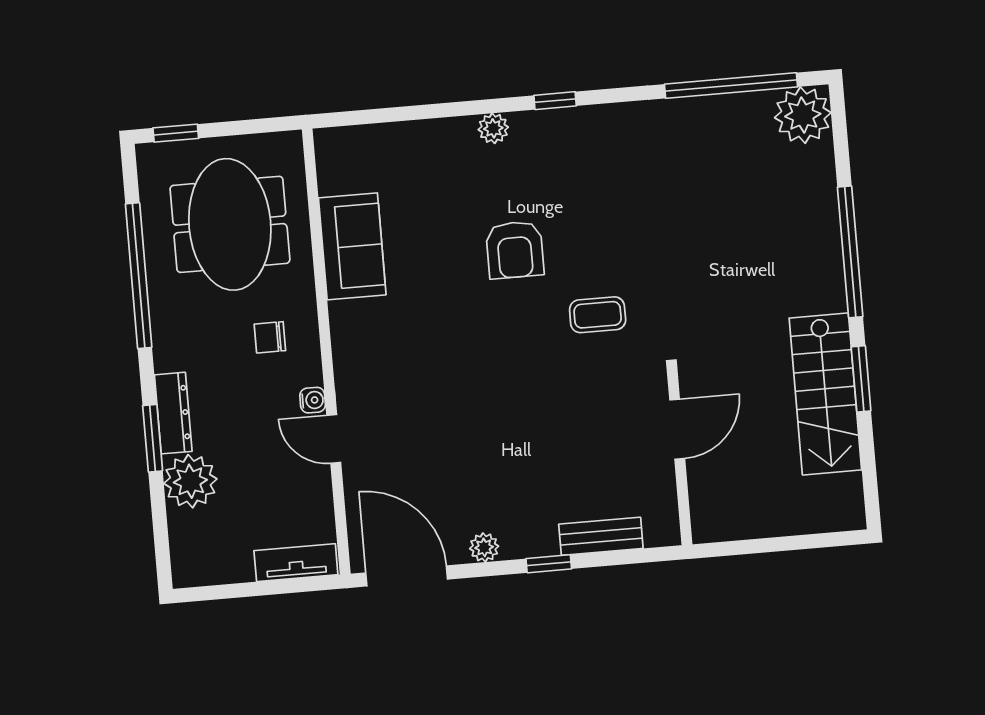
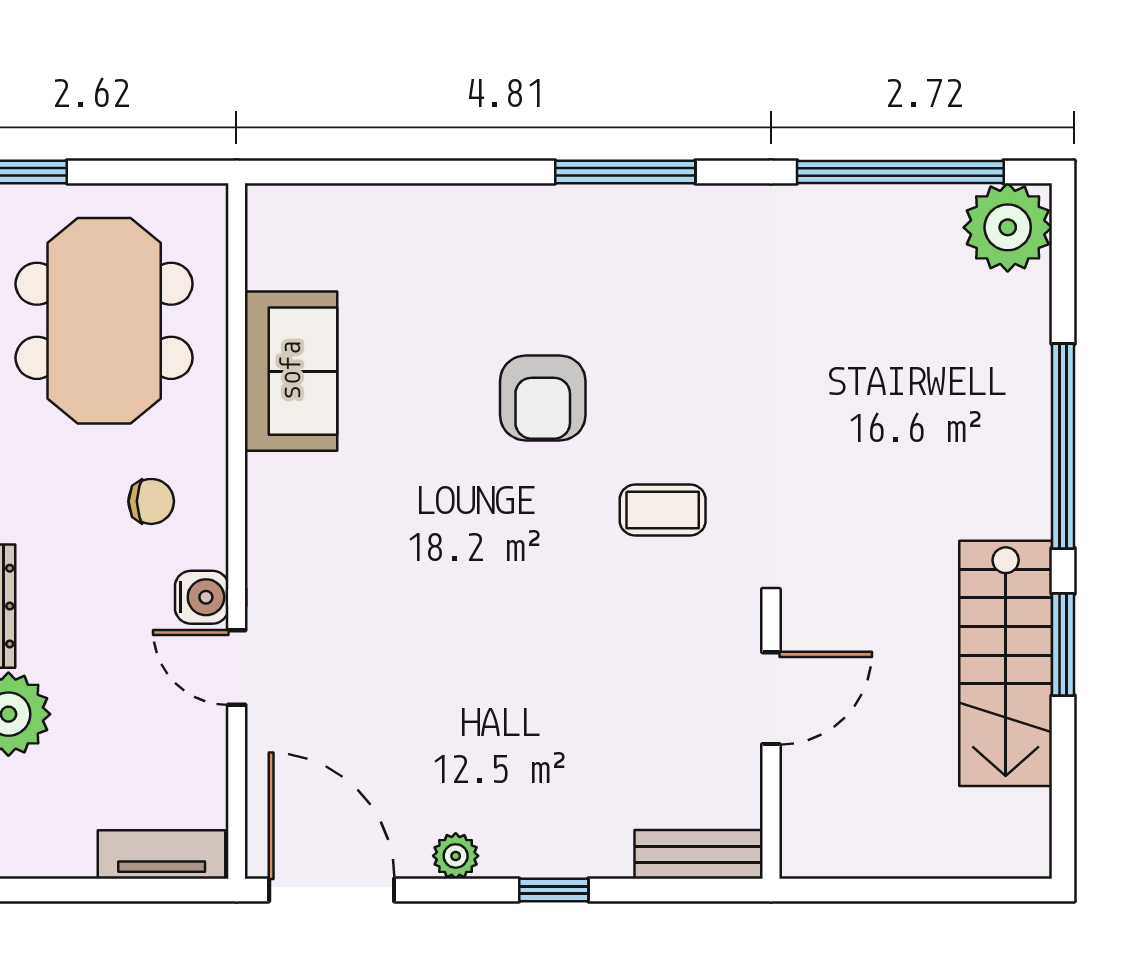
window: (555, 101) -> (625, 172), width x2.17
plant: (493, 128) -> (526, 207), removed
chair: (270, 337) -> (151, 501), turned 180
water cooler: (313, 400) -> (202, 597), width x1.38, depth x1.38
bench: (601, 536) -> (699, 854), moved

